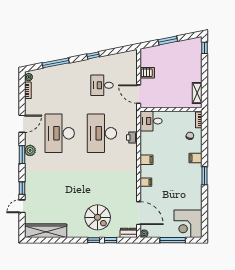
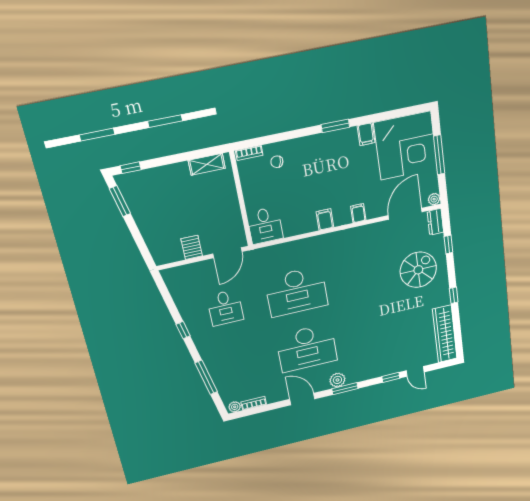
window: (168, 40) -> (120, 201), moved
printer: (132, 137) -> (295, 248), removed
filing cabinet: (196, 158) -> (366, 134), moved
corner desk: (188, 224) -> (406, 146), width x1.36, depth x1.36
window: (94, 240) -> (454, 295), moved

